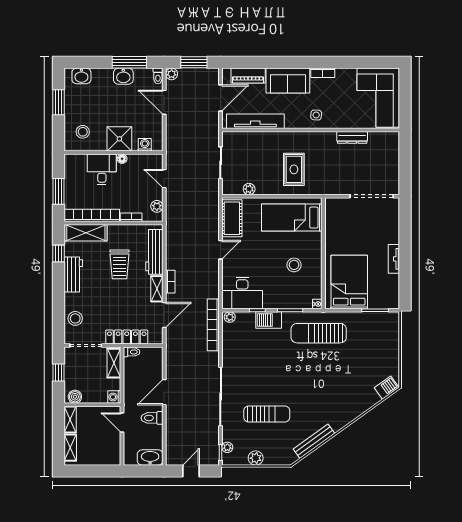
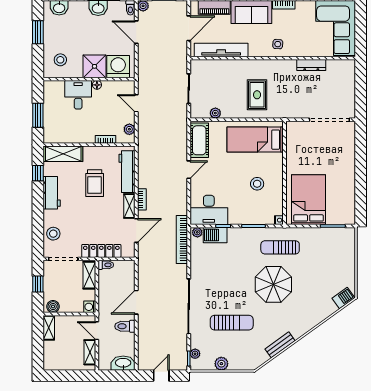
washing machine: (145, 145) -> (118, 67), width x1.89, depth x1.89
bookcase: (92, 215) -> (69, 138), removed
tv unit: (394, 259) -> (350, 178), removed
barbecue: (269, 320) -> (215, 235), moved
sun lounger: (319, 333) -> (280, 247), width x0.73, depth x0.75
parasol: (311, 373) -> (273, 284), added
bench: (314, 441) -> (280, 345), width x0.73
shelving: (70, 448) -> (90, 352), moved

